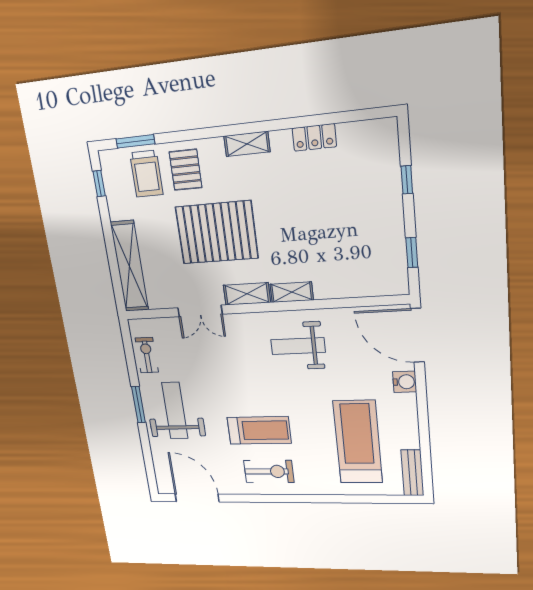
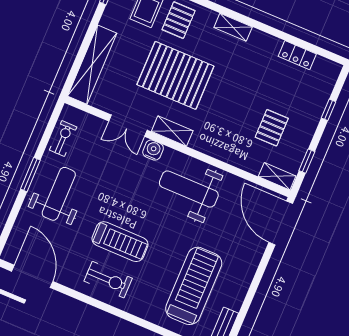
locker: (314, 137) -> (297, 55), moved
pallet: (351, 235) -> (272, 128), added
shelving: (292, 292) -> (277, 176), moved
weight bench: (298, 346) -> (189, 189), width x1.36, depth x1.33
water cooler: (405, 382) -> (153, 150), moved, turned -90

